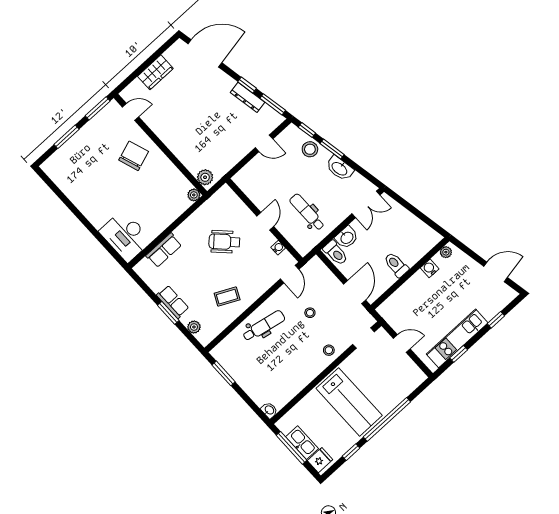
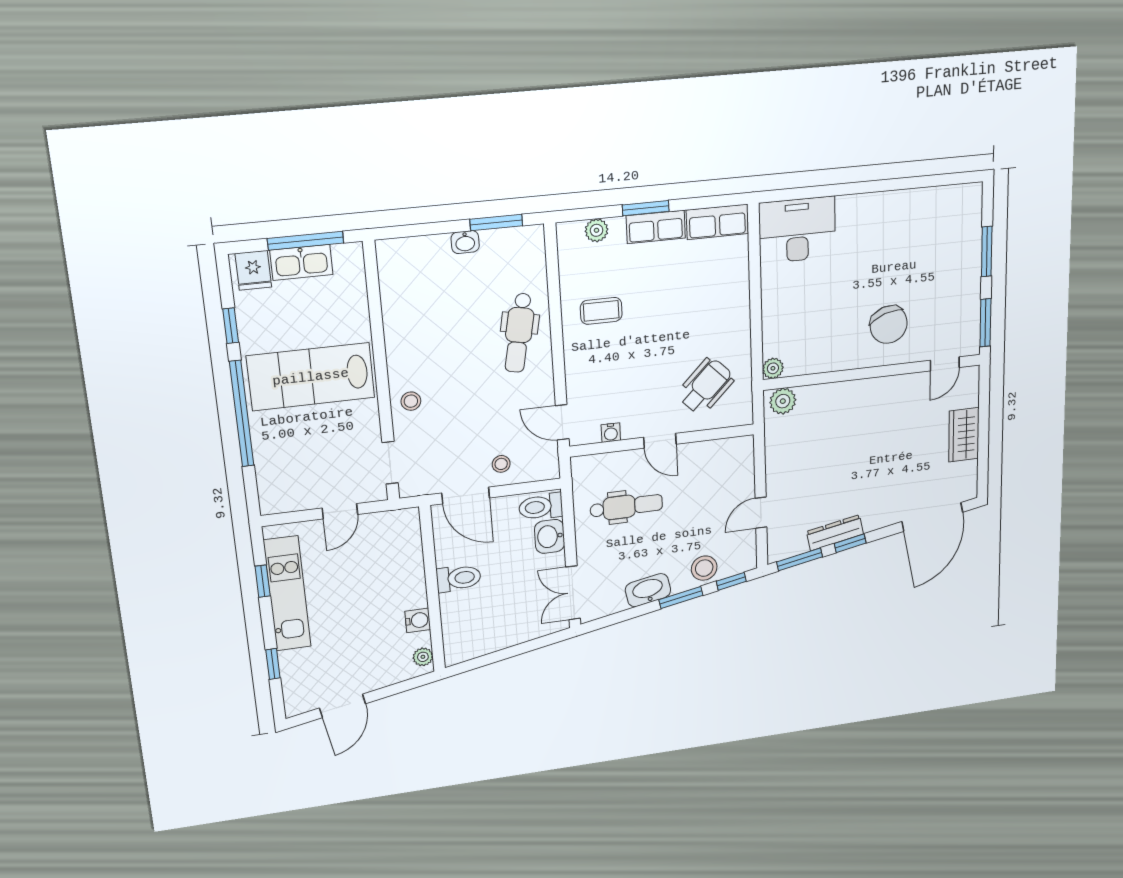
wheelchair: (224, 242) -> (706, 386), moved
row of seats: (164, 250) -> (717, 222), moved, turned -90
coffee table: (227, 297) -> (601, 311), turned 64
stool: (310, 313) -> (501, 464), moved
washbasin: (269, 410) -> (465, 242), moved

